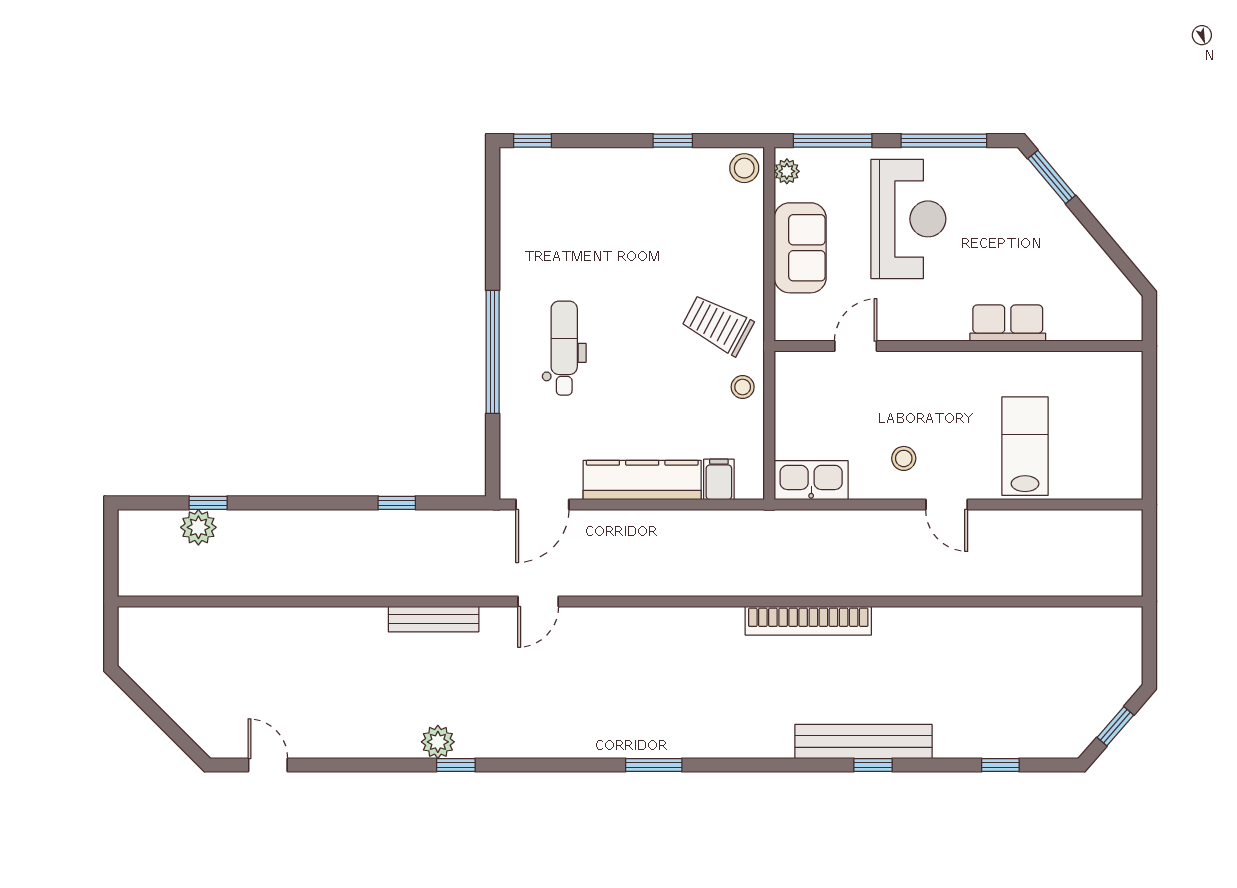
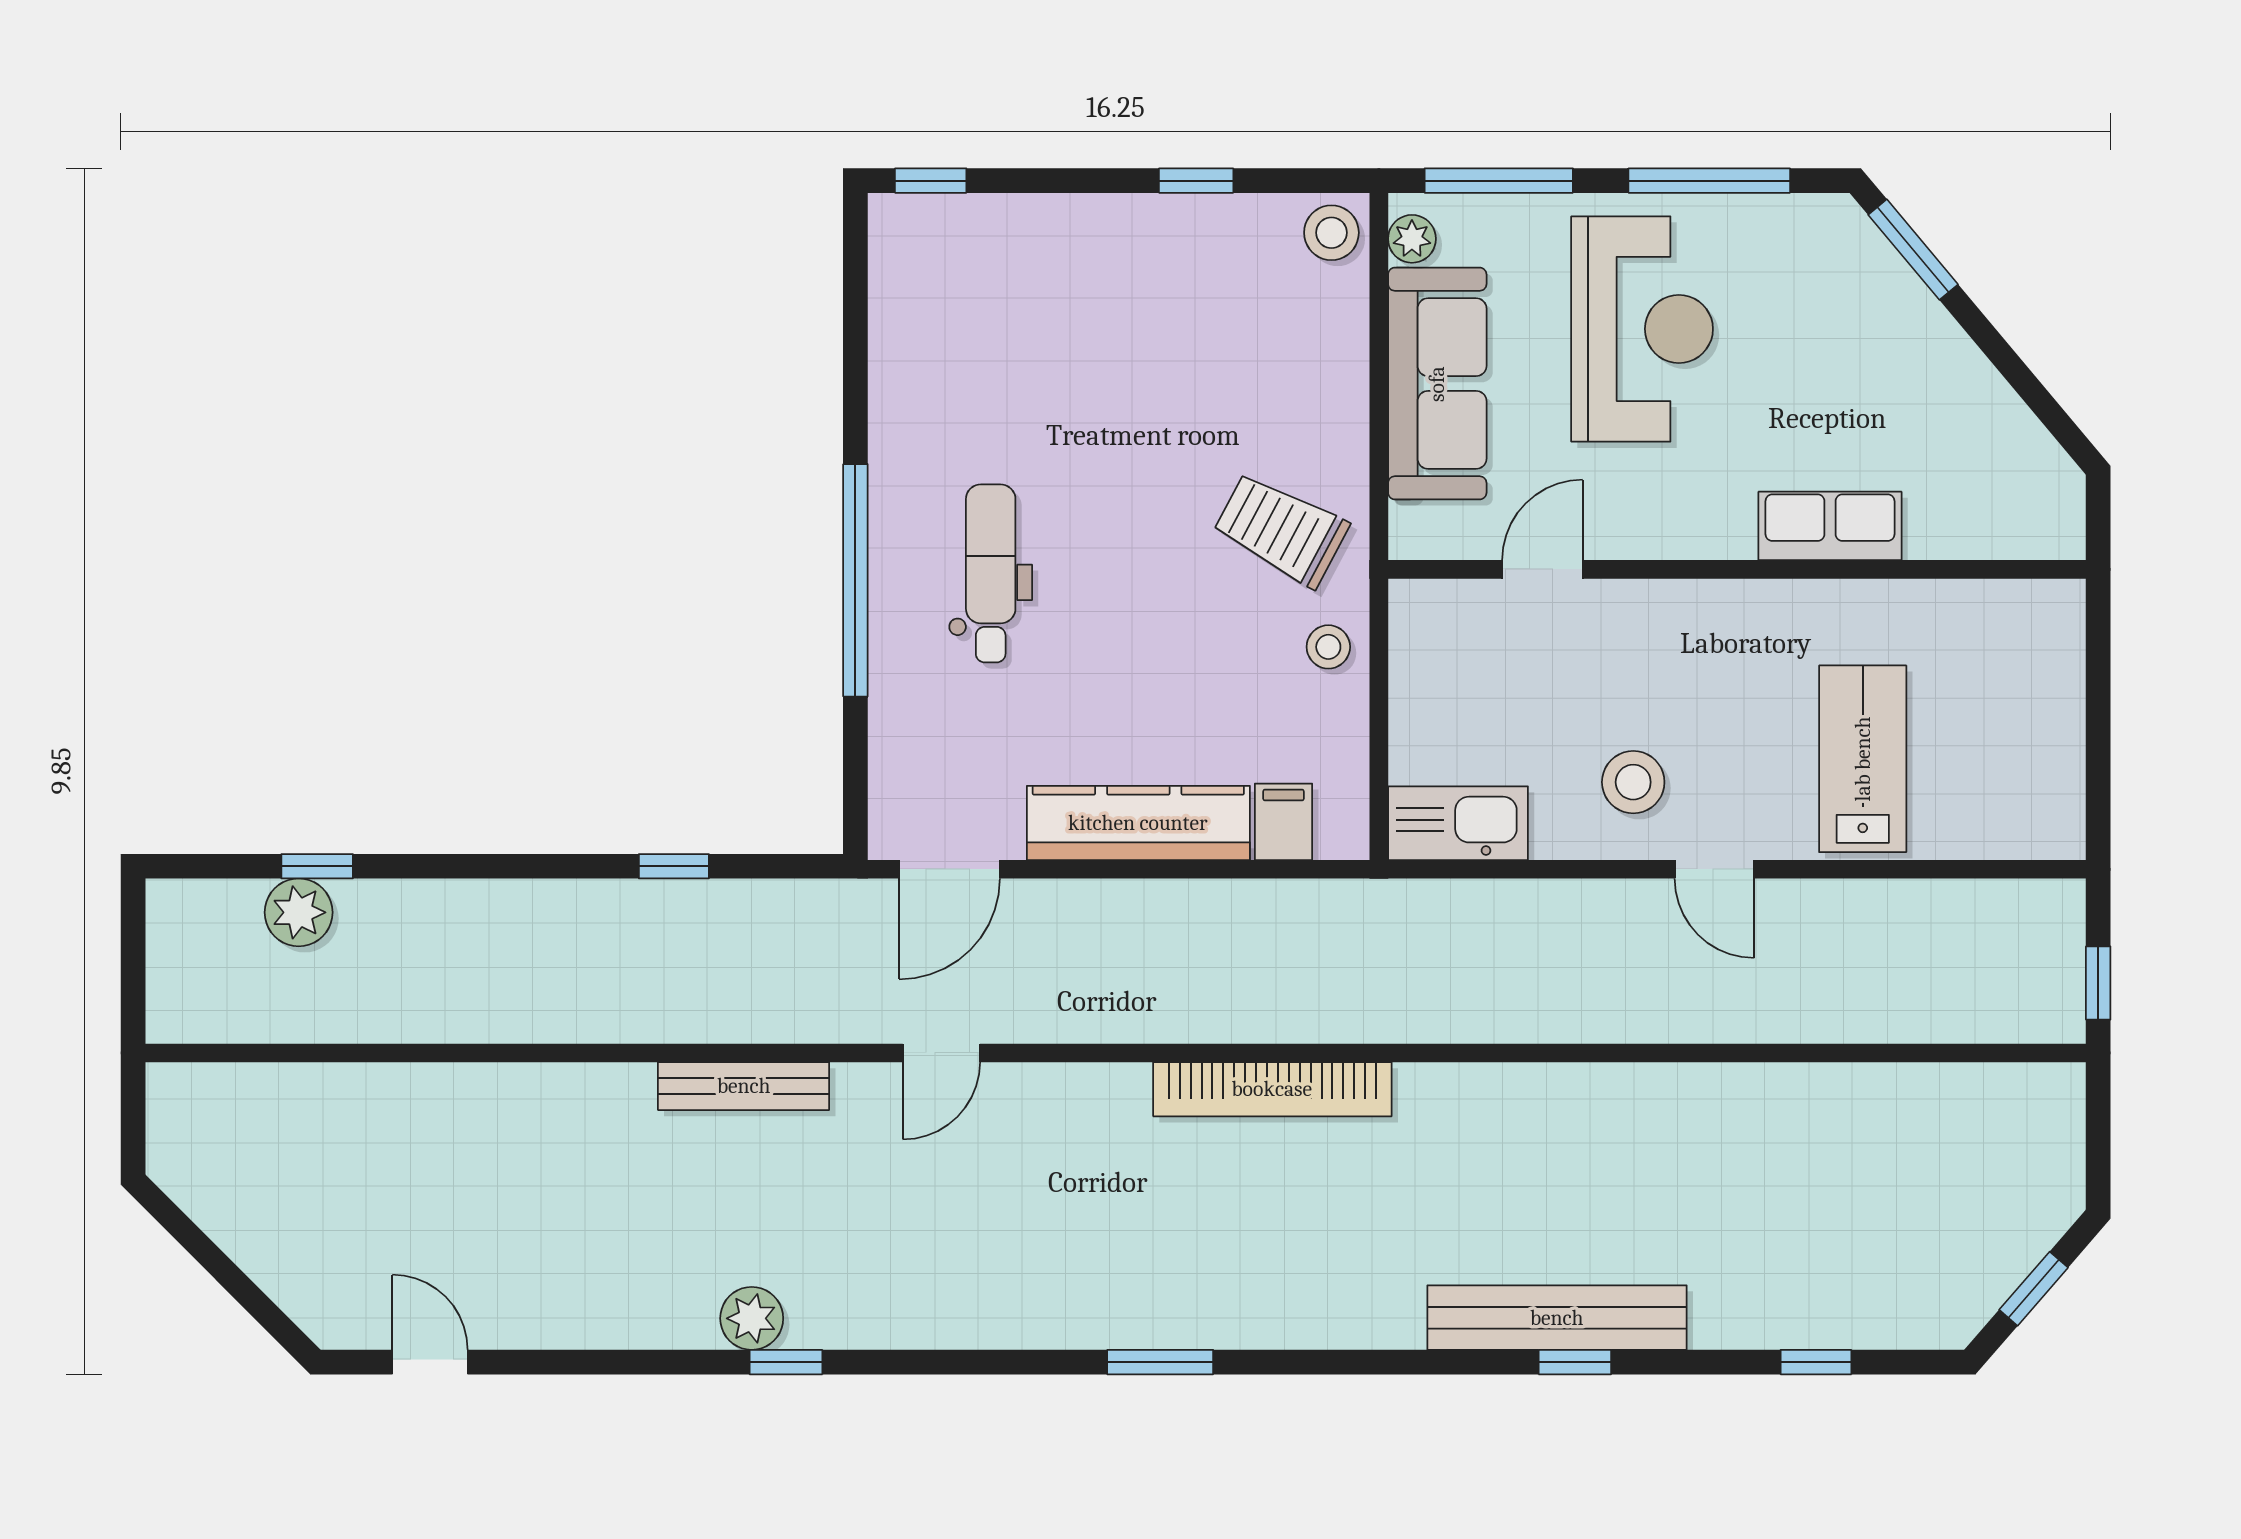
sofa: (800, 248) -> (1437, 384), width x1.36
stool: (904, 458) -> (1633, 782), width x1.37, depth x1.37
window: (1149, 565) -> (2098, 983), added
bookcase: (808, 621) -> (1272, 1089), moved

